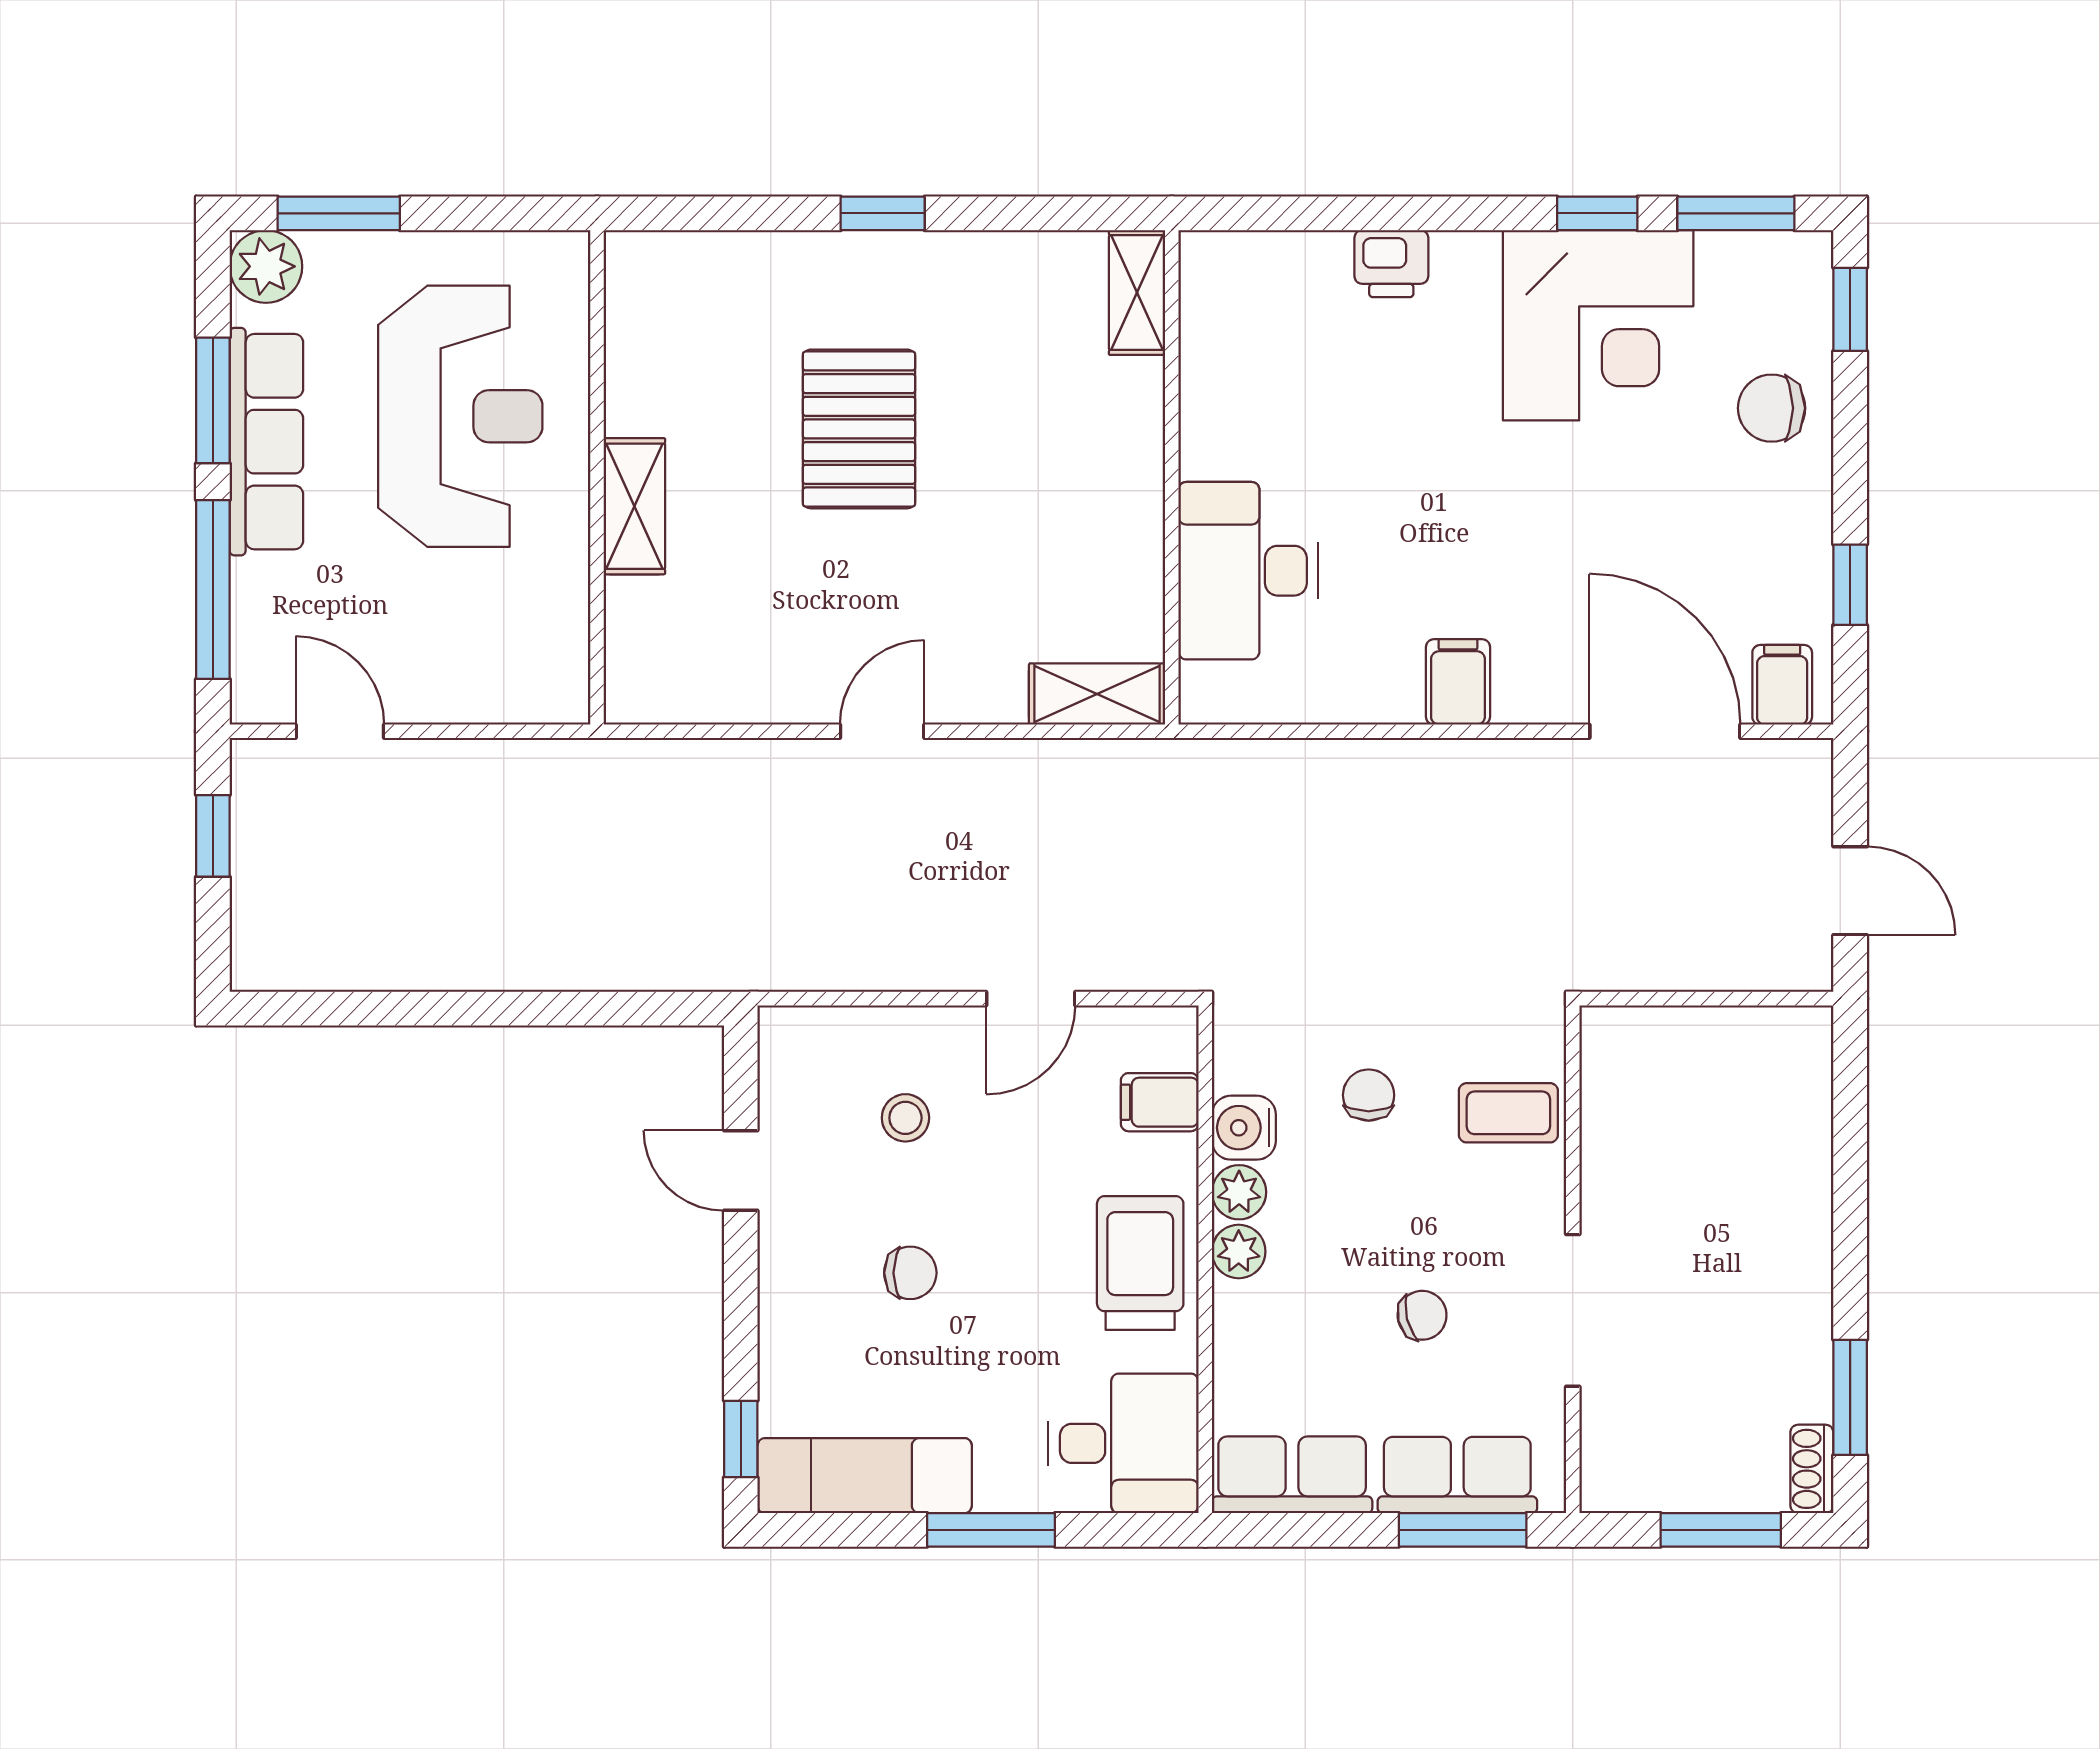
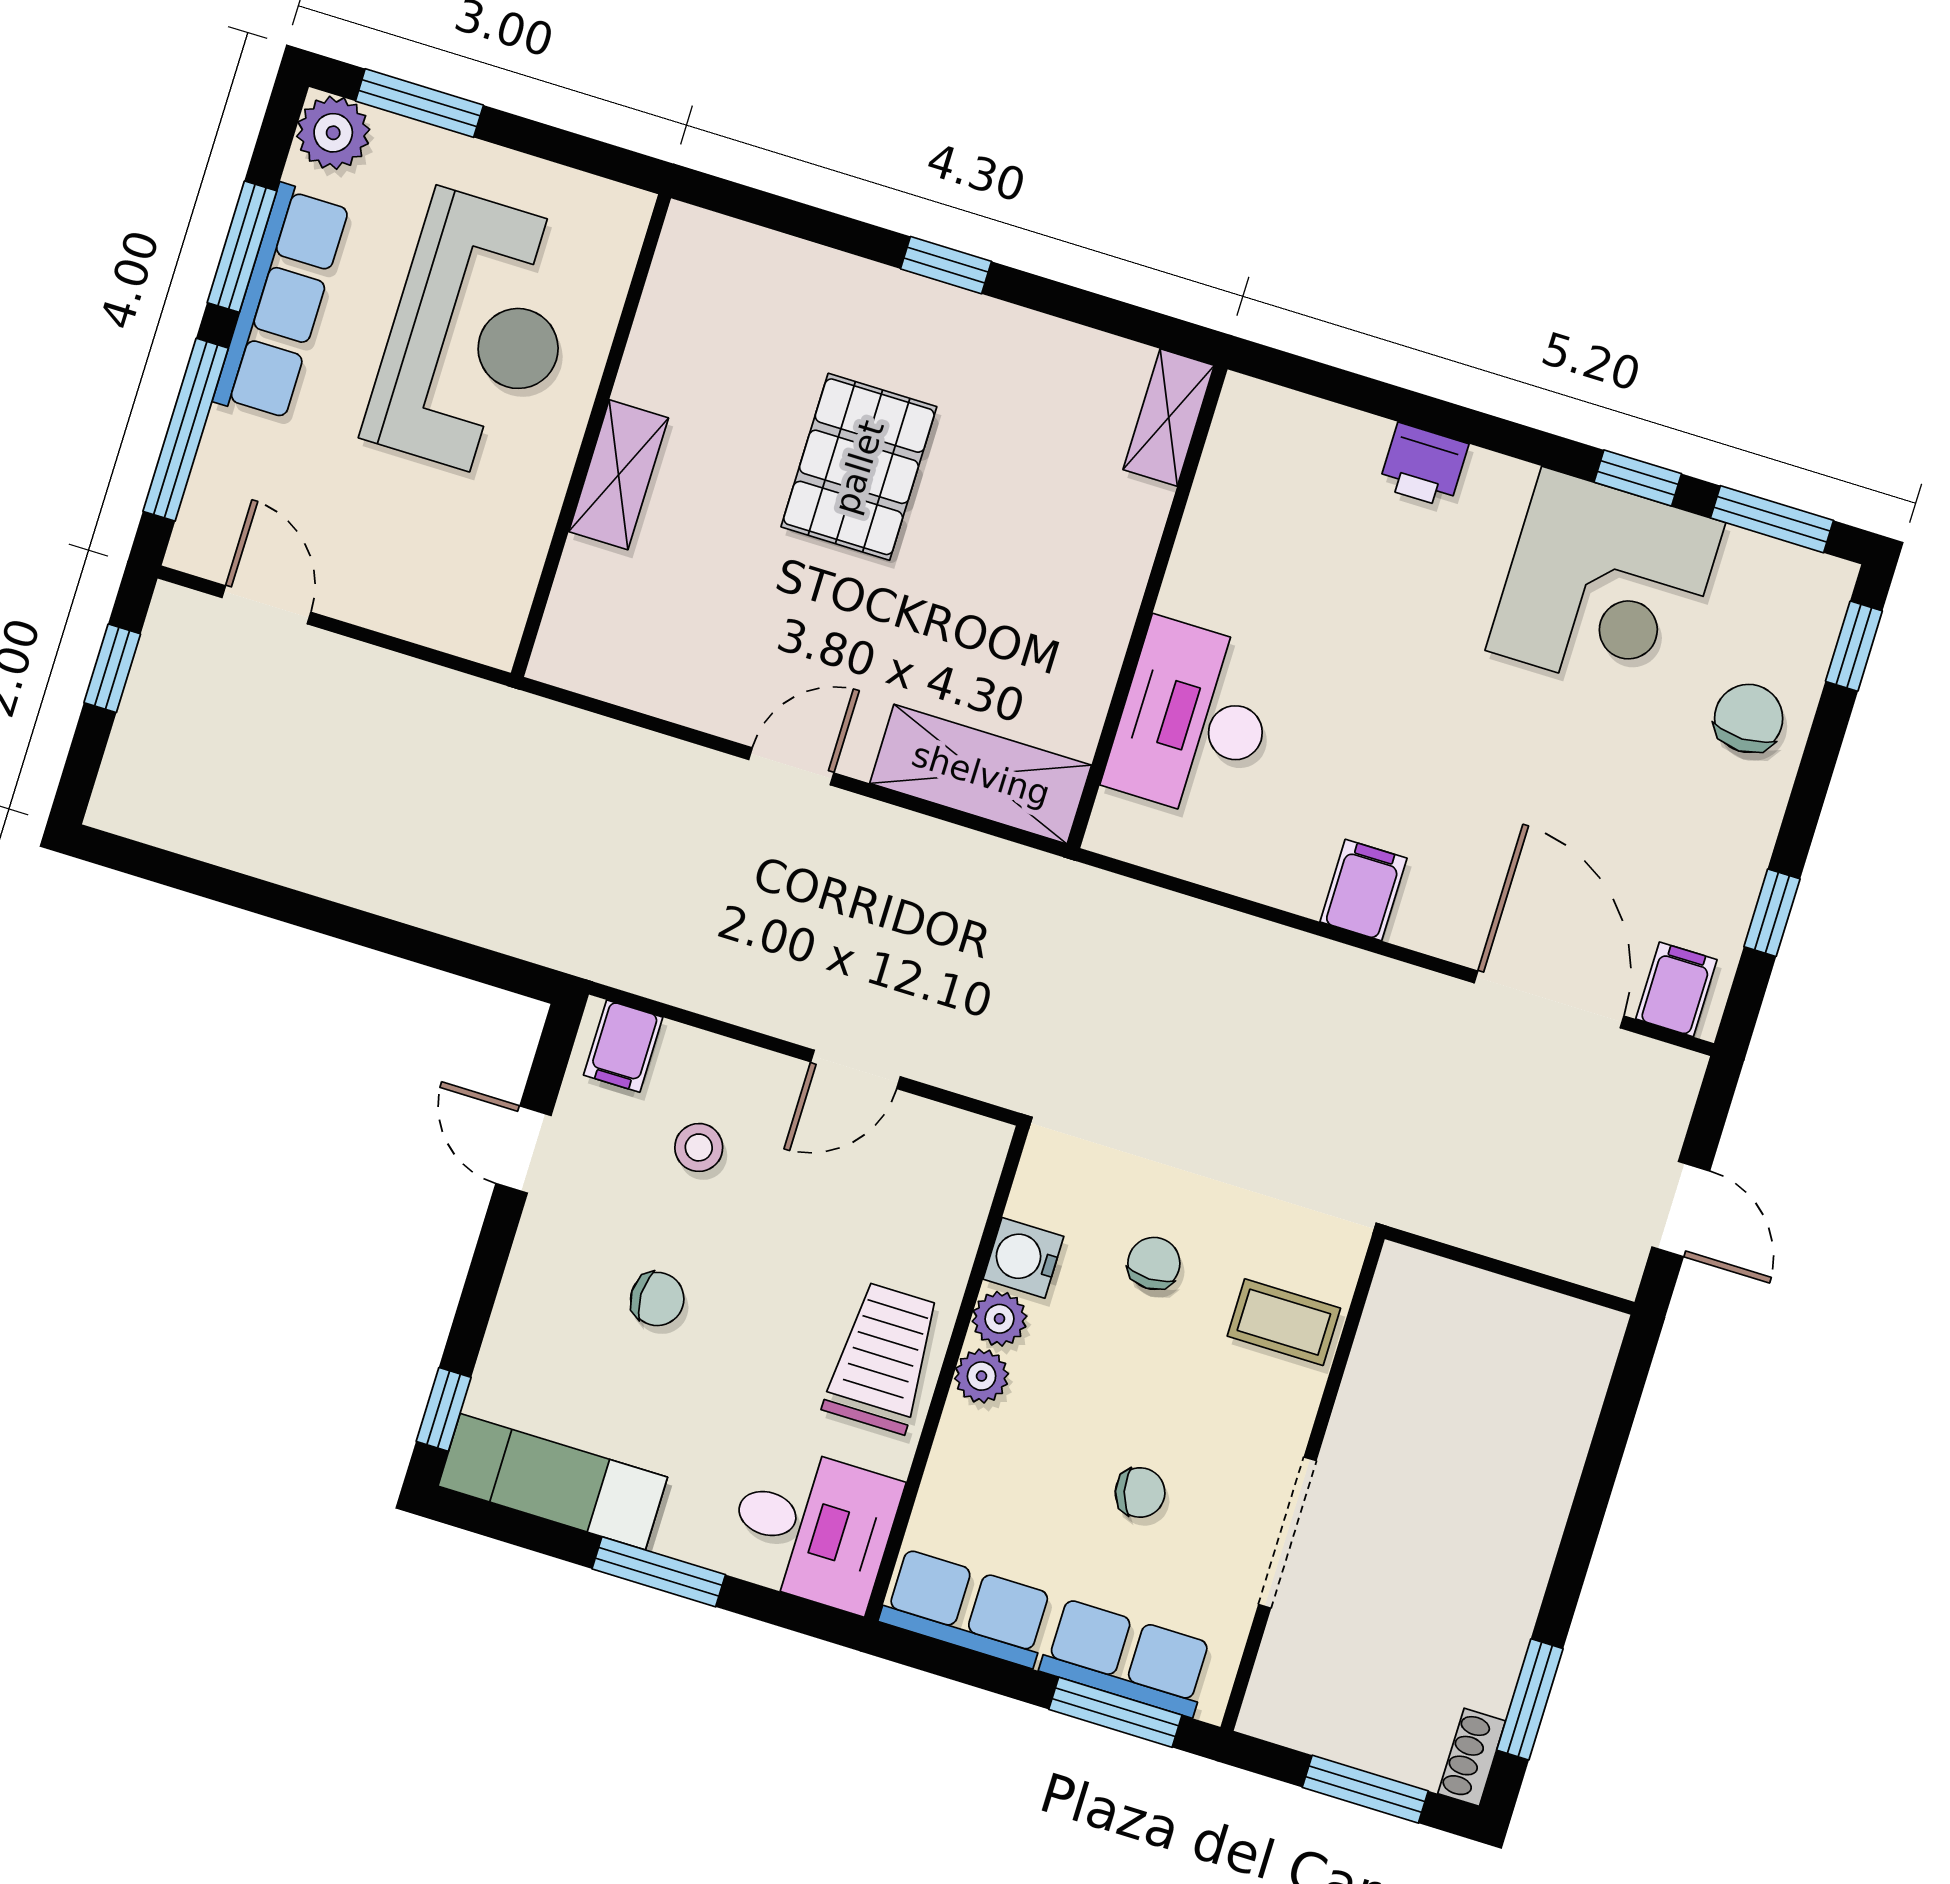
chair: (1772, 408) -> (1749, 718), turned 90
shelving: (1097, 694) -> (981, 774), width x1.50, depth x1.33
filing cabinet: (1160, 1102) -> (623, 1046), moved, turned -90

